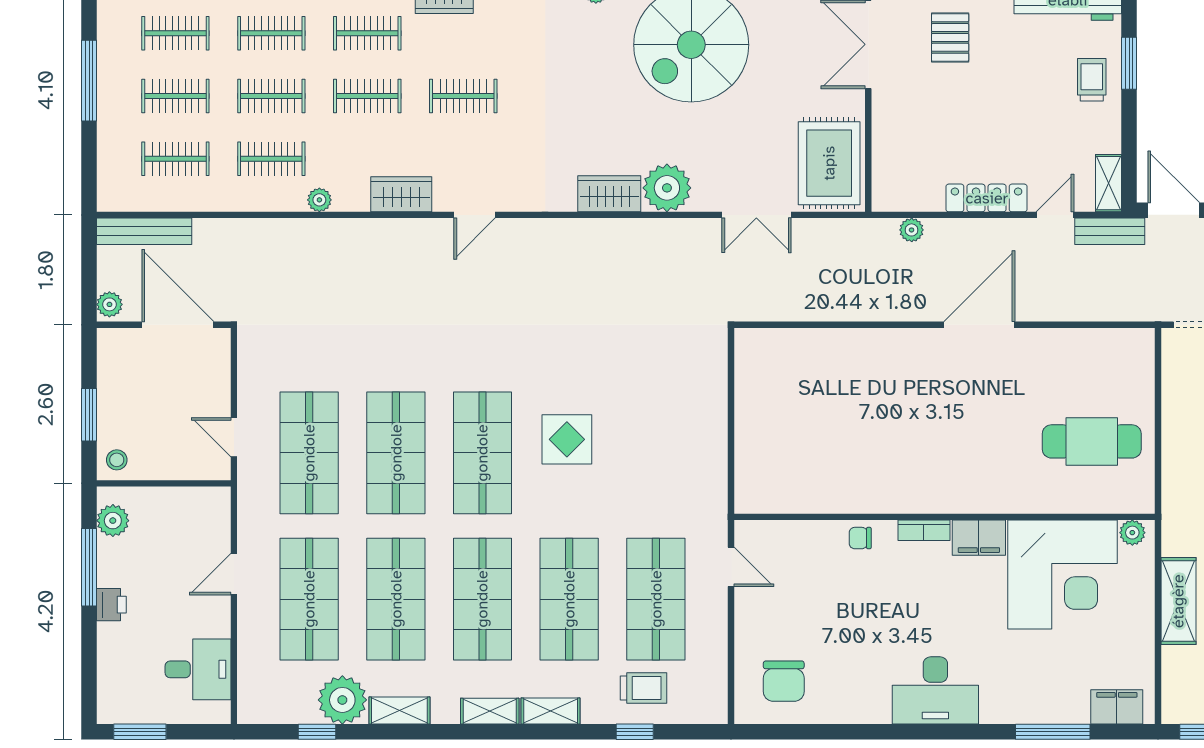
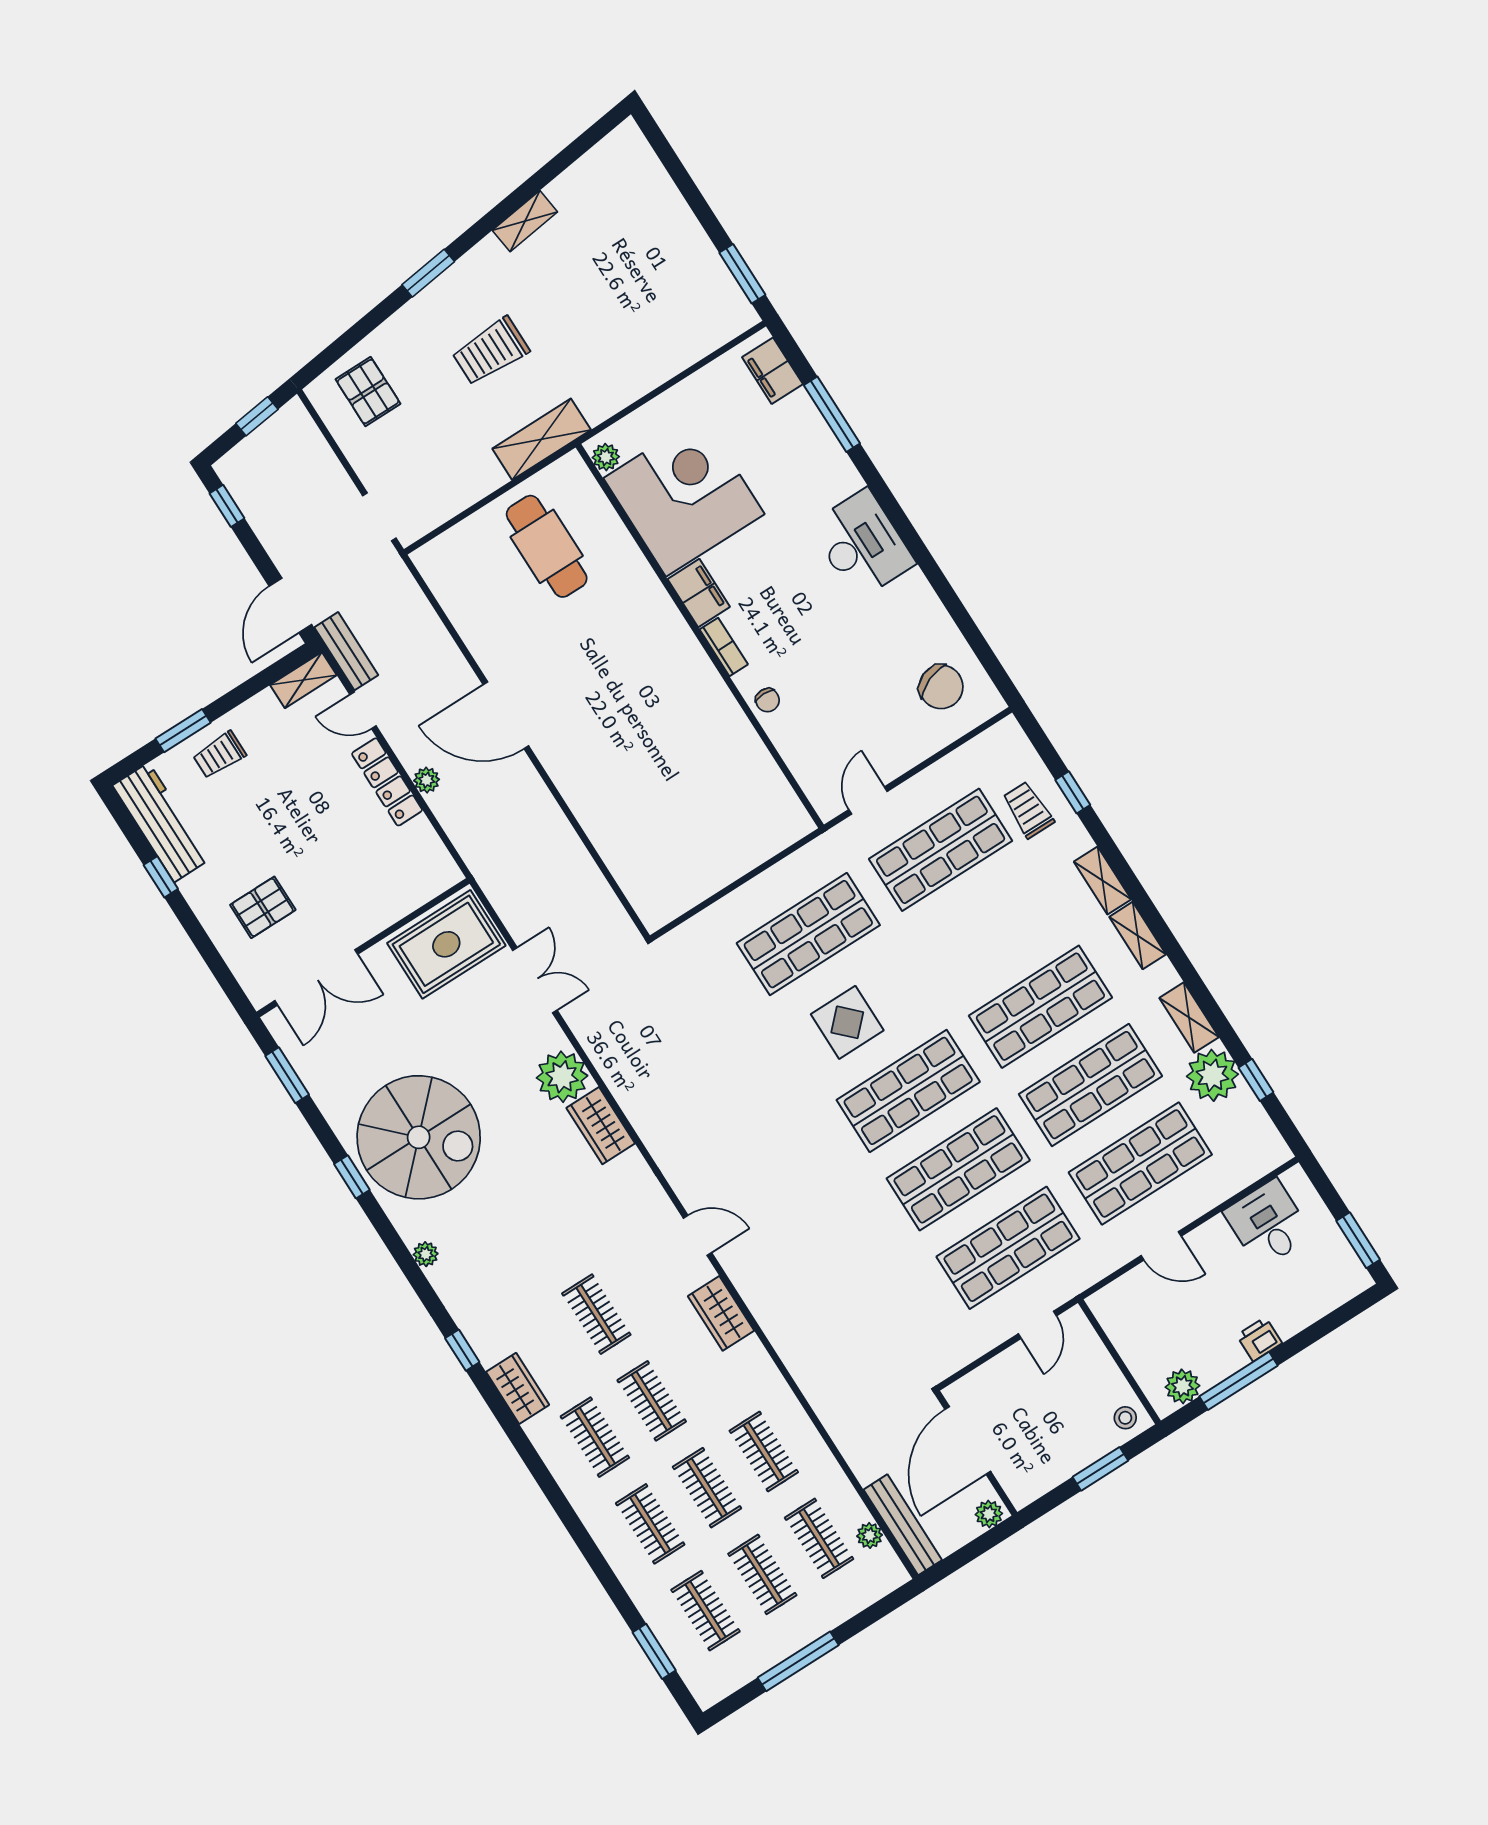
plant: (319, 200) -> (870, 1535), moved
plant: (912, 230) -> (427, 780), moved
shop shelf: (569, 599) -> (808, 934), moved
shelving: (1178, 601) -> (542, 439), moved
chair: (784, 681) -> (941, 687), turned 68

